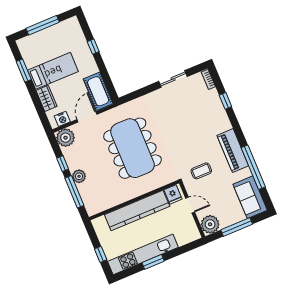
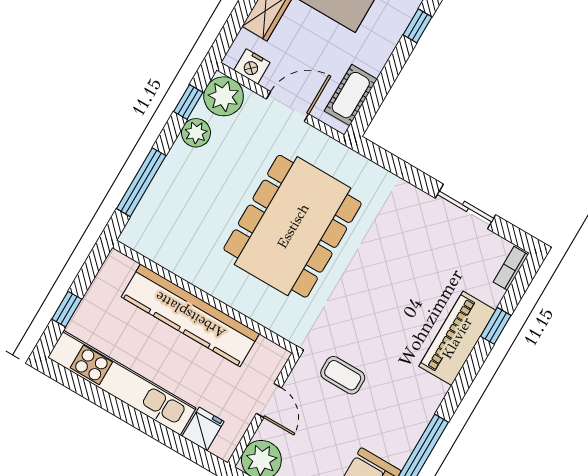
cot: (98, 91) -> (351, 95), width x0.73, depth x0.75
piano: (233, 151) -> (457, 338), moved
window: (63, 164) -> (188, 102), moved
plant: (79, 176) -> (196, 133), moved
fridge: (173, 194) -> (203, 429), moved, turned 180
window: (153, 262) -> (122, 410), removed

